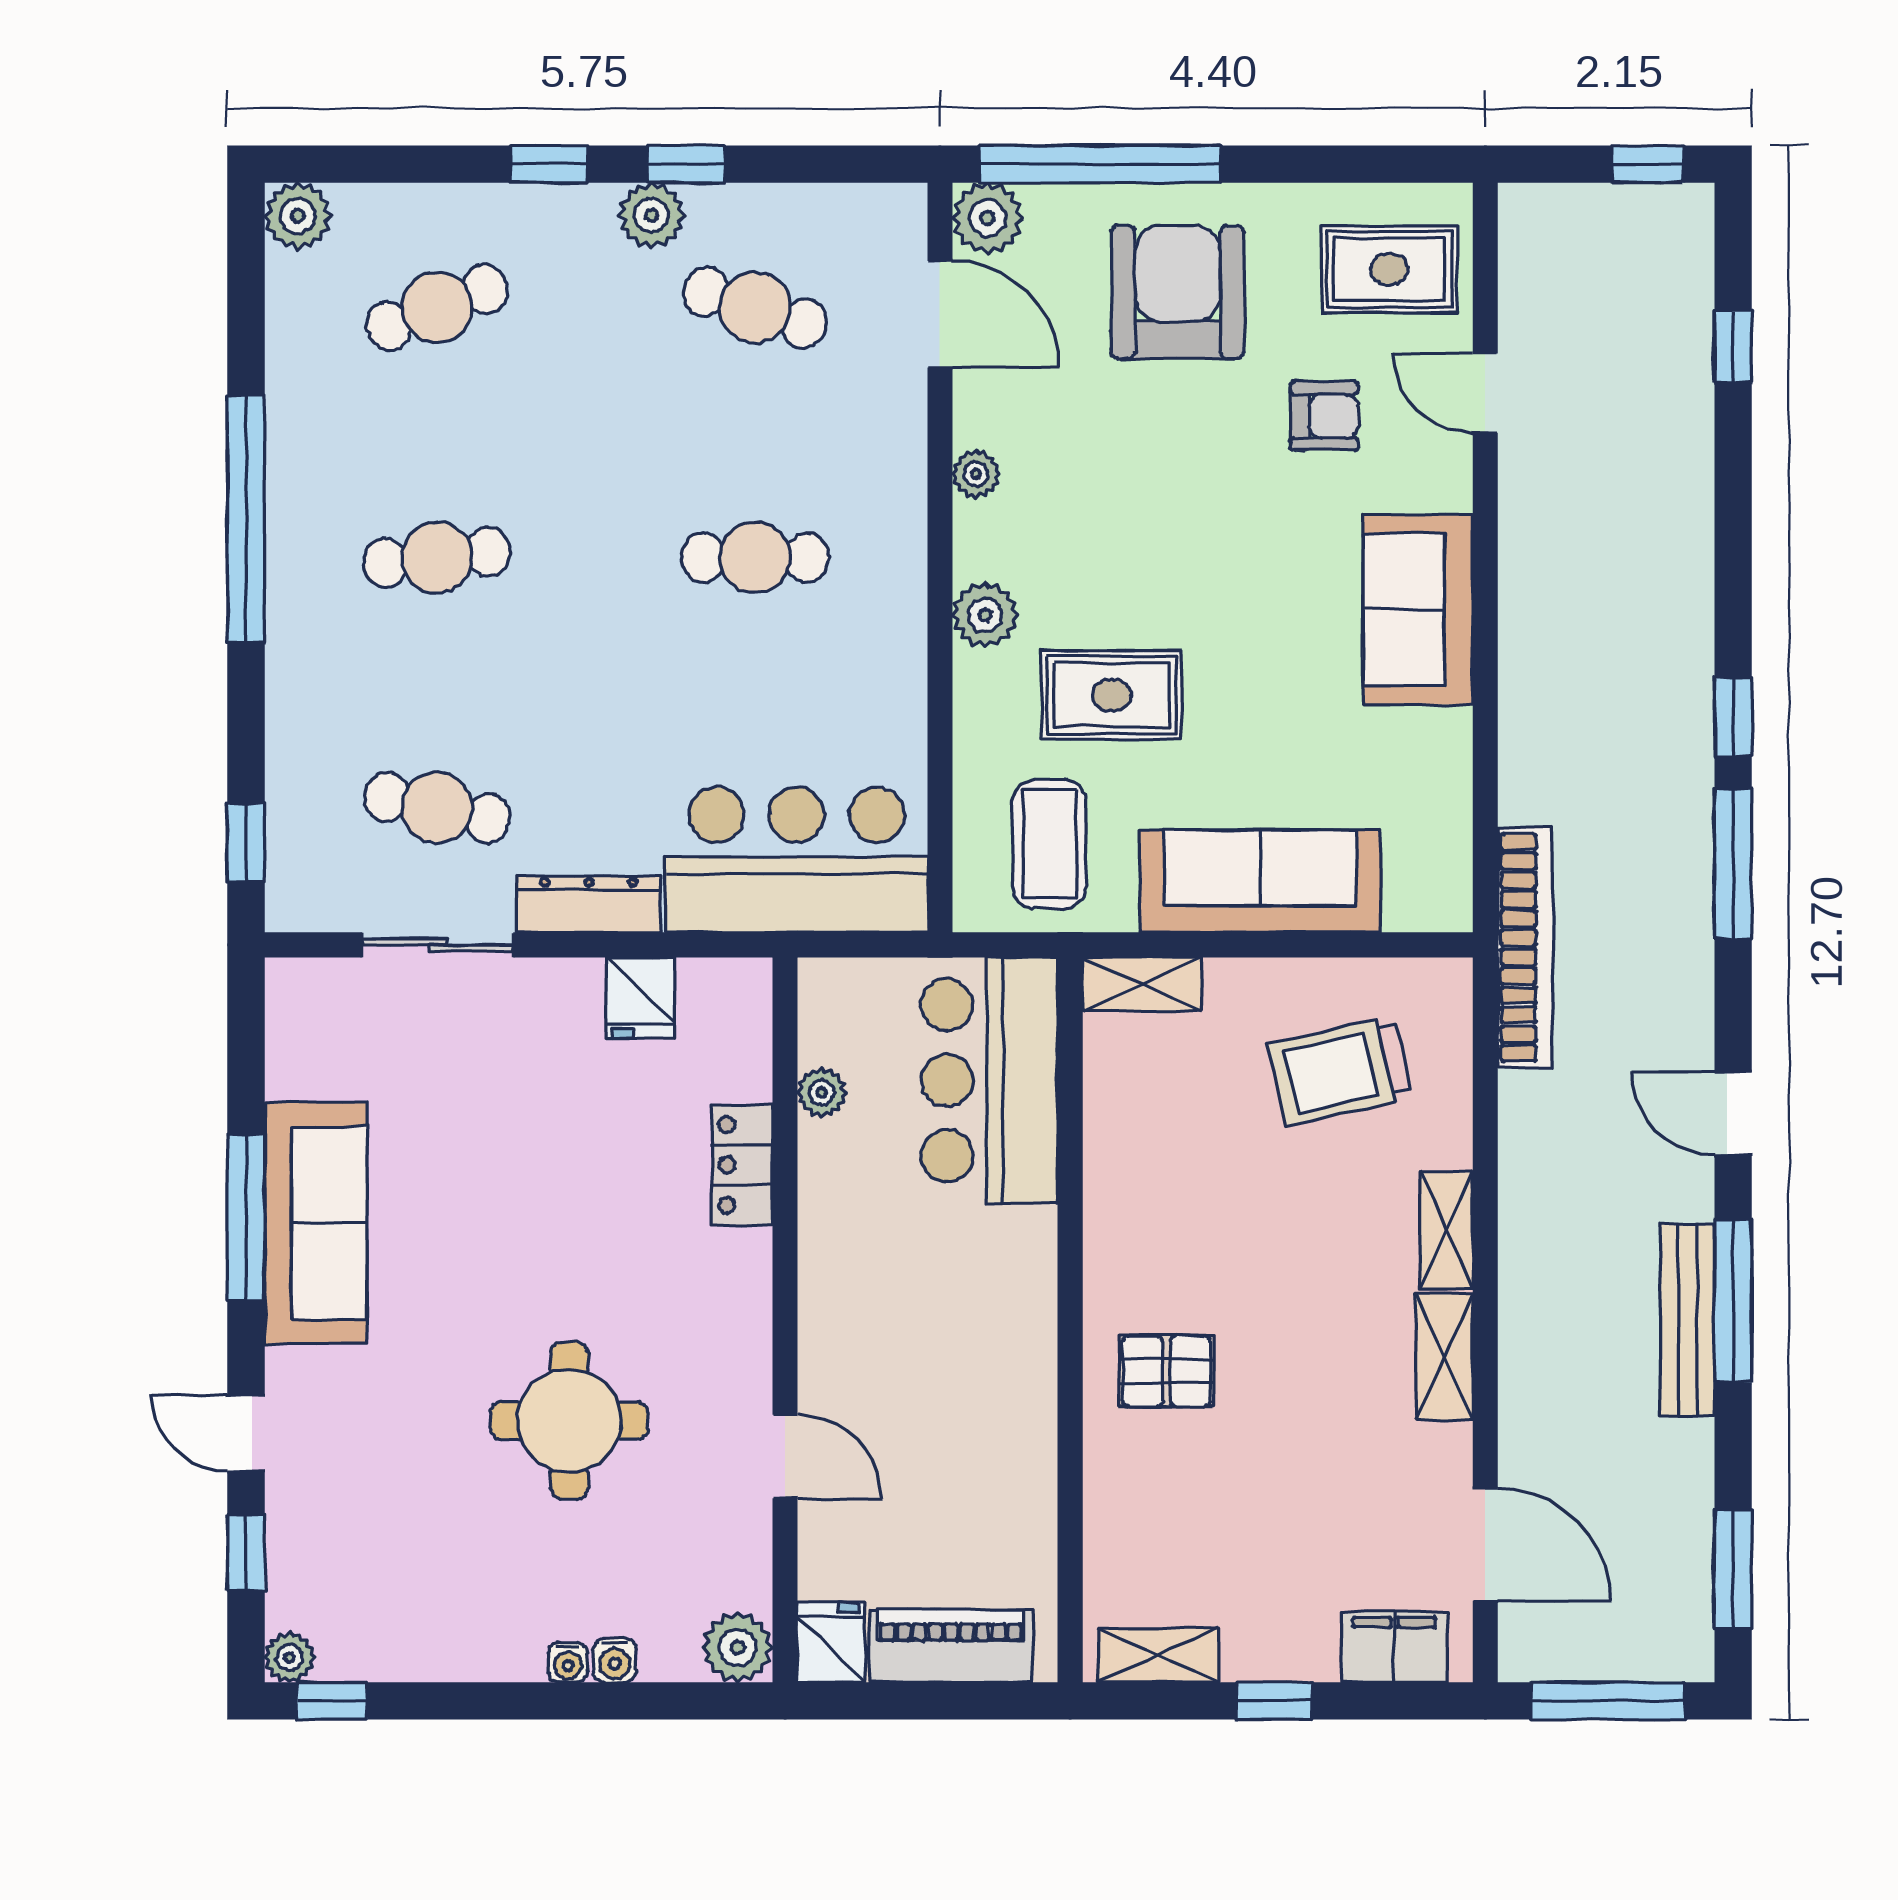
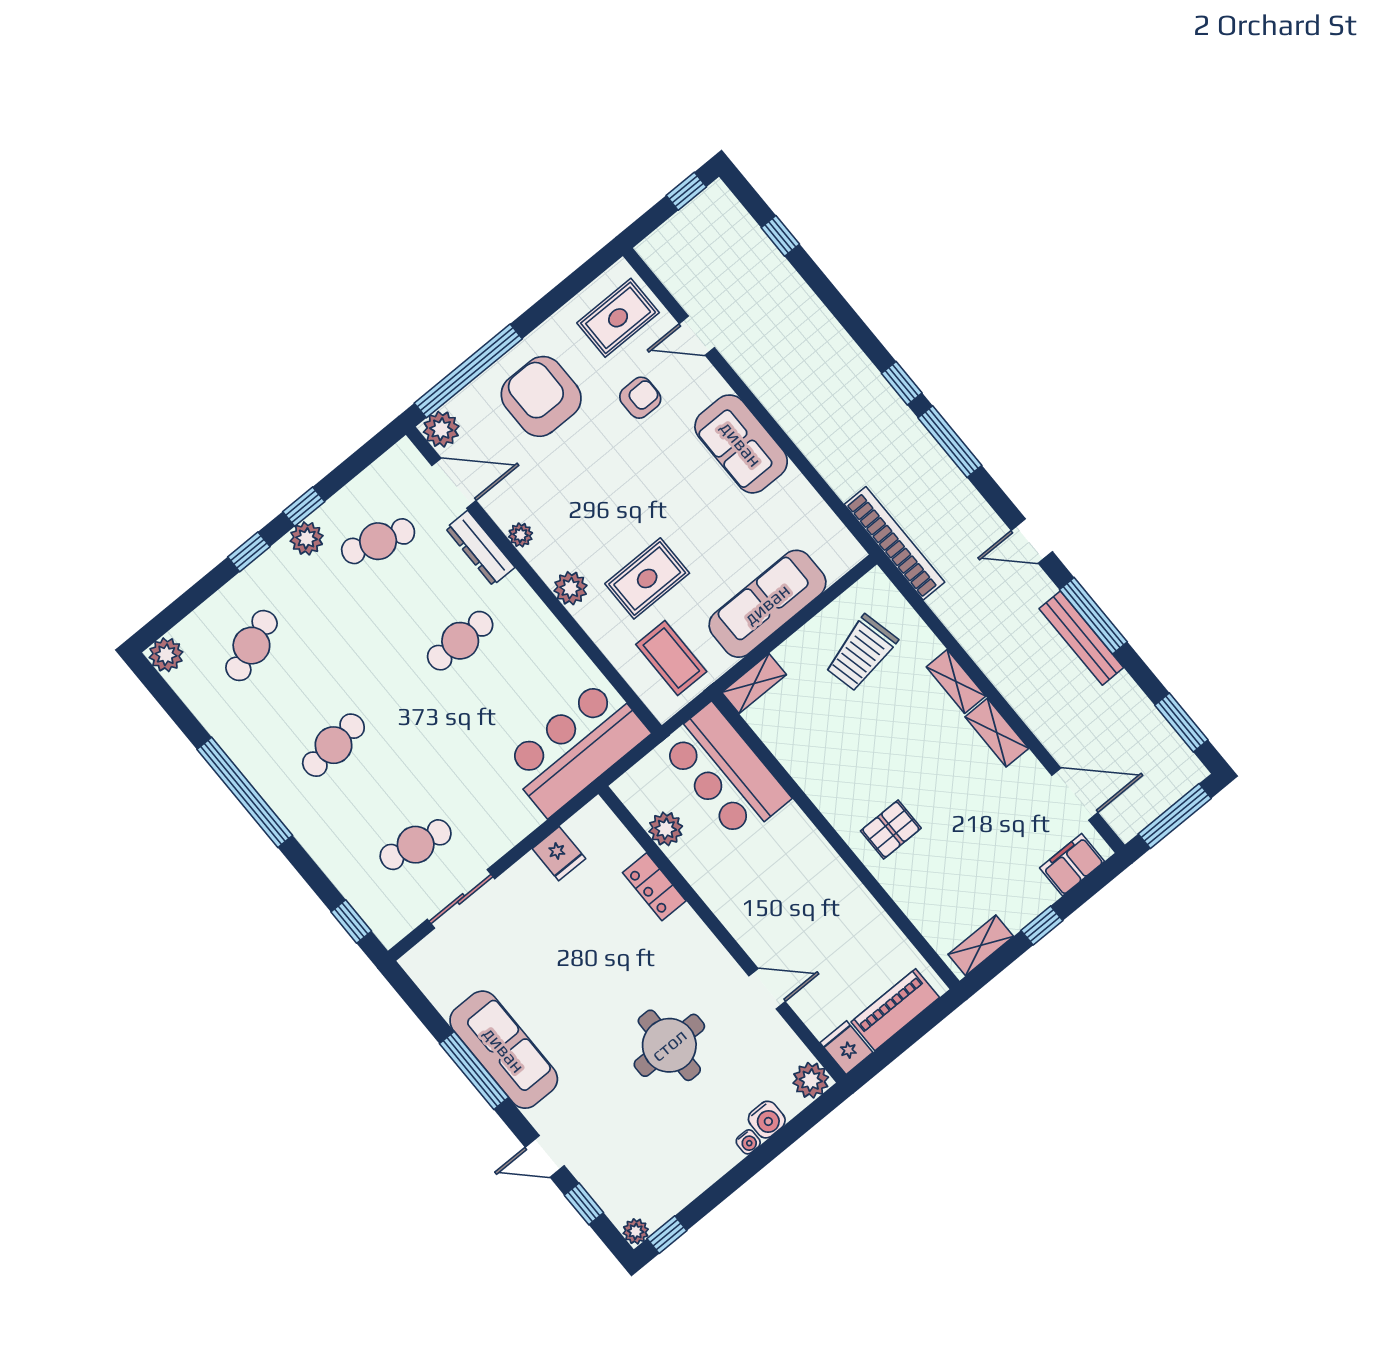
dresser: (589, 904) -> (480, 548), moved, turned -90
plant: (822, 1092) -> (666, 829), width x1.38, depth x1.38
water cooler: (615, 1660) -> (767, 1120), width x1.38, depth x1.38

